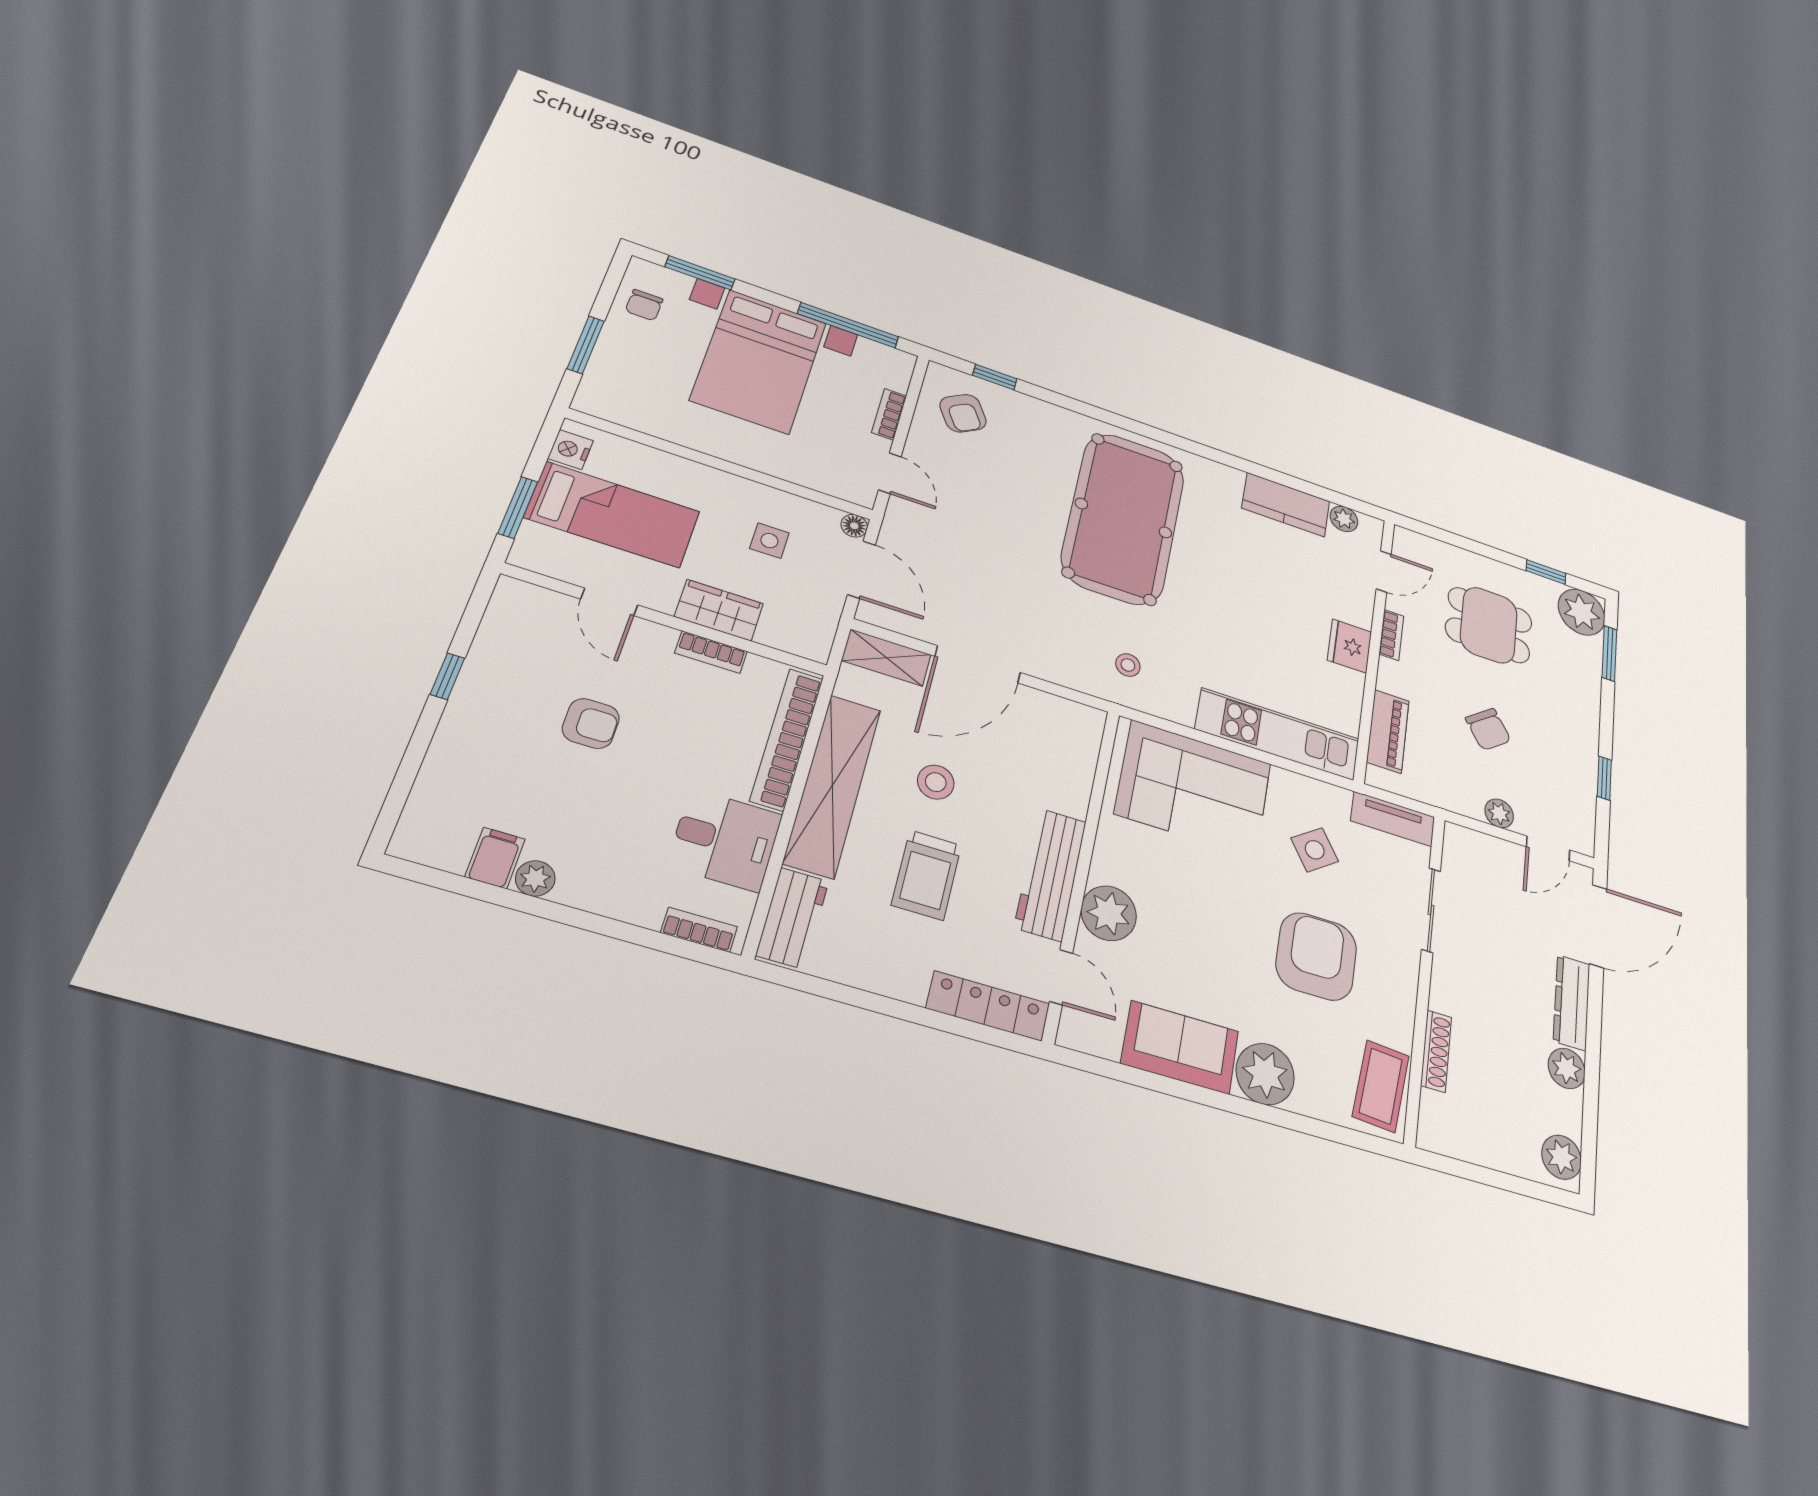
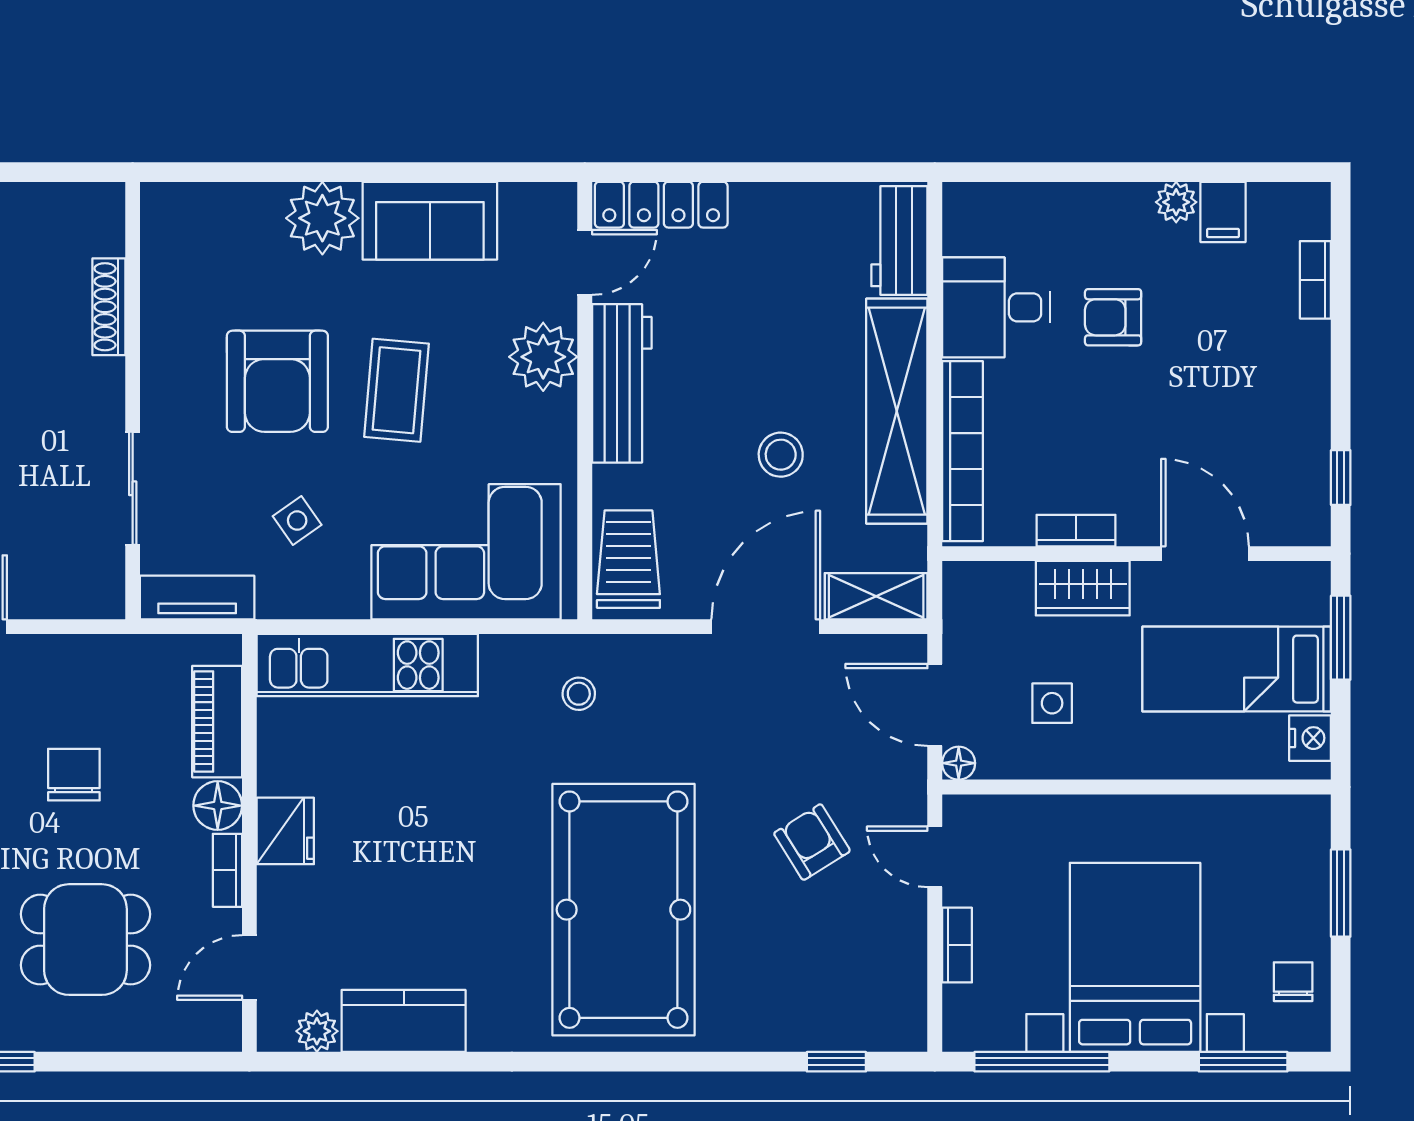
armchair: (963, 413) -> (812, 842), moved
door: (609, 602) -> (1205, 554), width x1.38
window: (447, 676) -> (1341, 478), moved
floor lamp: (1393, 677) -> (218, 806), added
armchair: (591, 723) -> (1113, 317), moved
chair: (1488, 729) -> (74, 775), turned 36
plant: (1499, 813) -> (49, 655), removed
side table: (1315, 850) -> (297, 521), width x0.73, depth x0.73
trolley: (927, 875) -> (628, 559), moved
bookcase: (699, 930) -> (1315, 280), moved, turned 90
door: (1061, 977) -> (585, 262), swing flipped
coffee table: (1381, 1086) -> (396, 390), moved

